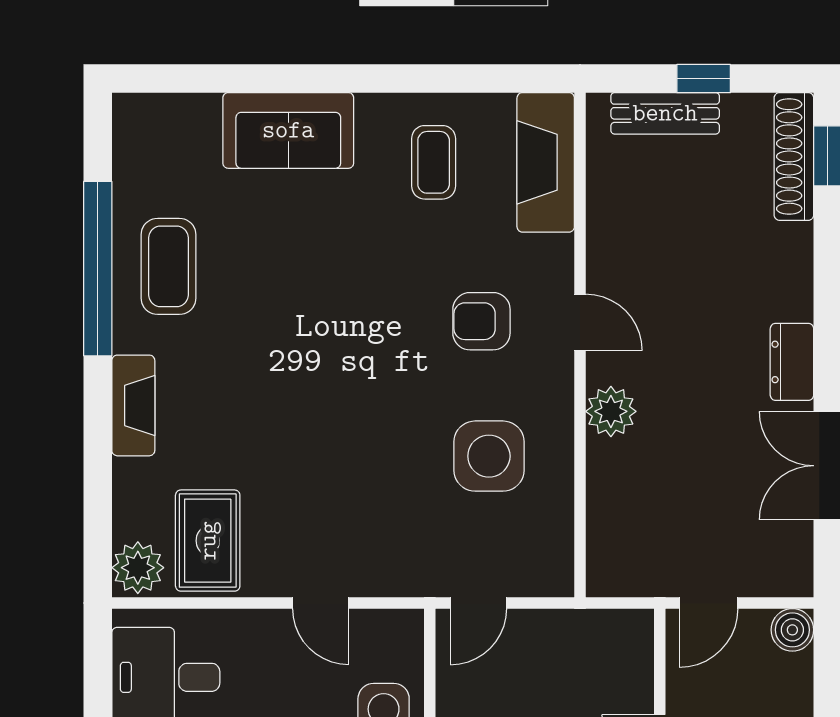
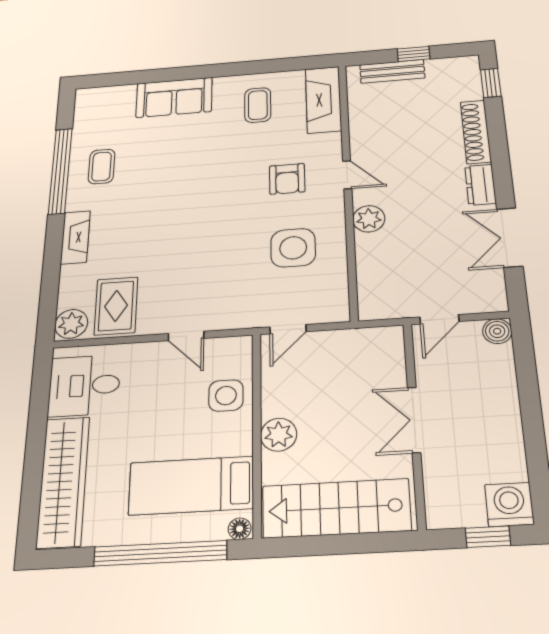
shoe rack: (794, 156) -> (476, 132), moved
coffee table: (169, 266) -> (102, 167), width x0.73, depth x0.77
armchair: (481, 321) -> (287, 179), turned -90

